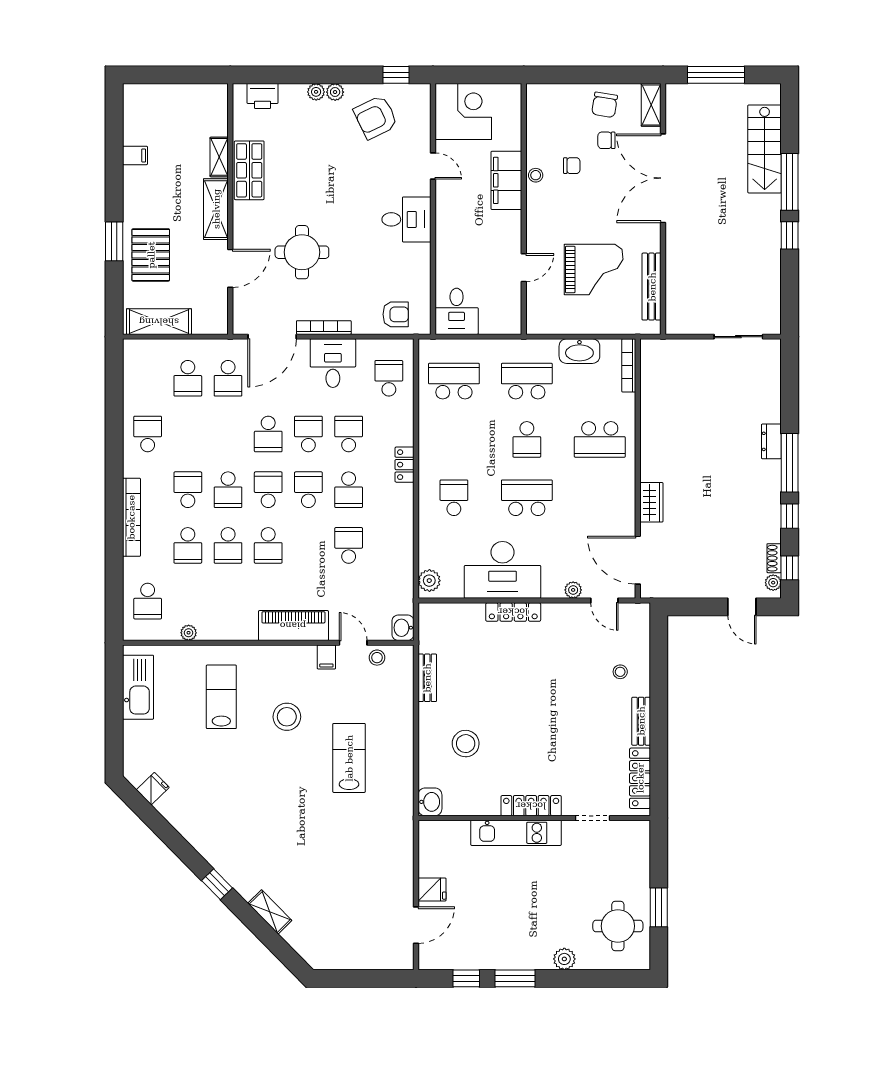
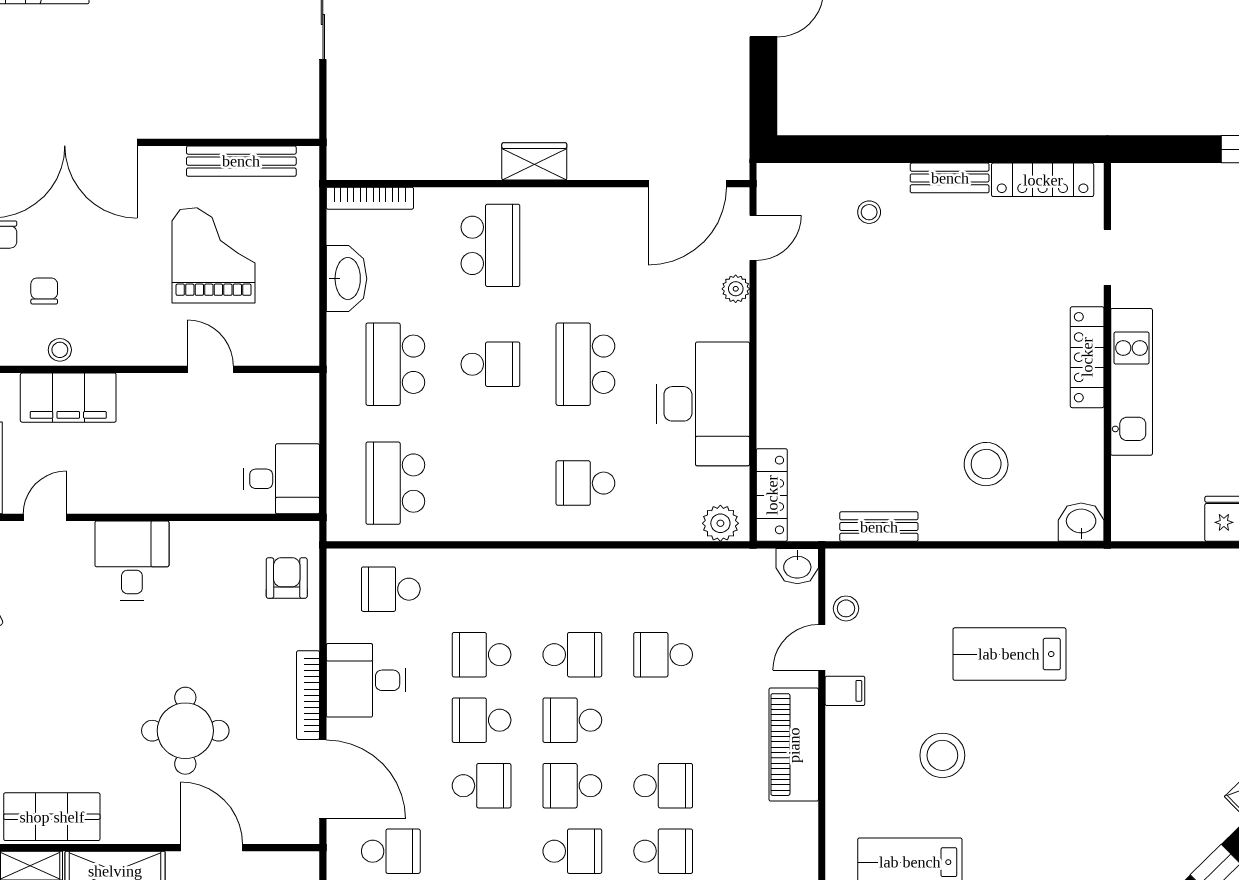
locker: (404, 465) -> (531, 564), removed
wardrobe: (651, 502) -> (534, 161), moved
locker: (513, 612) -> (772, 495), moved

